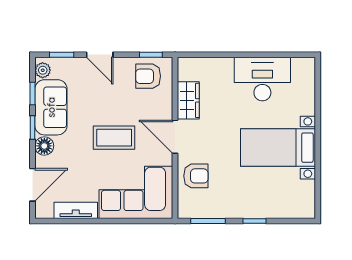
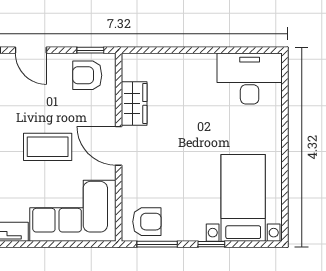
desk: (262, 79) -> (250, 79), moved
bed with nightstands: (278, 148) -> (243, 198), moved, turned 90
armchair: (196, 176) -> (147, 222), moved

